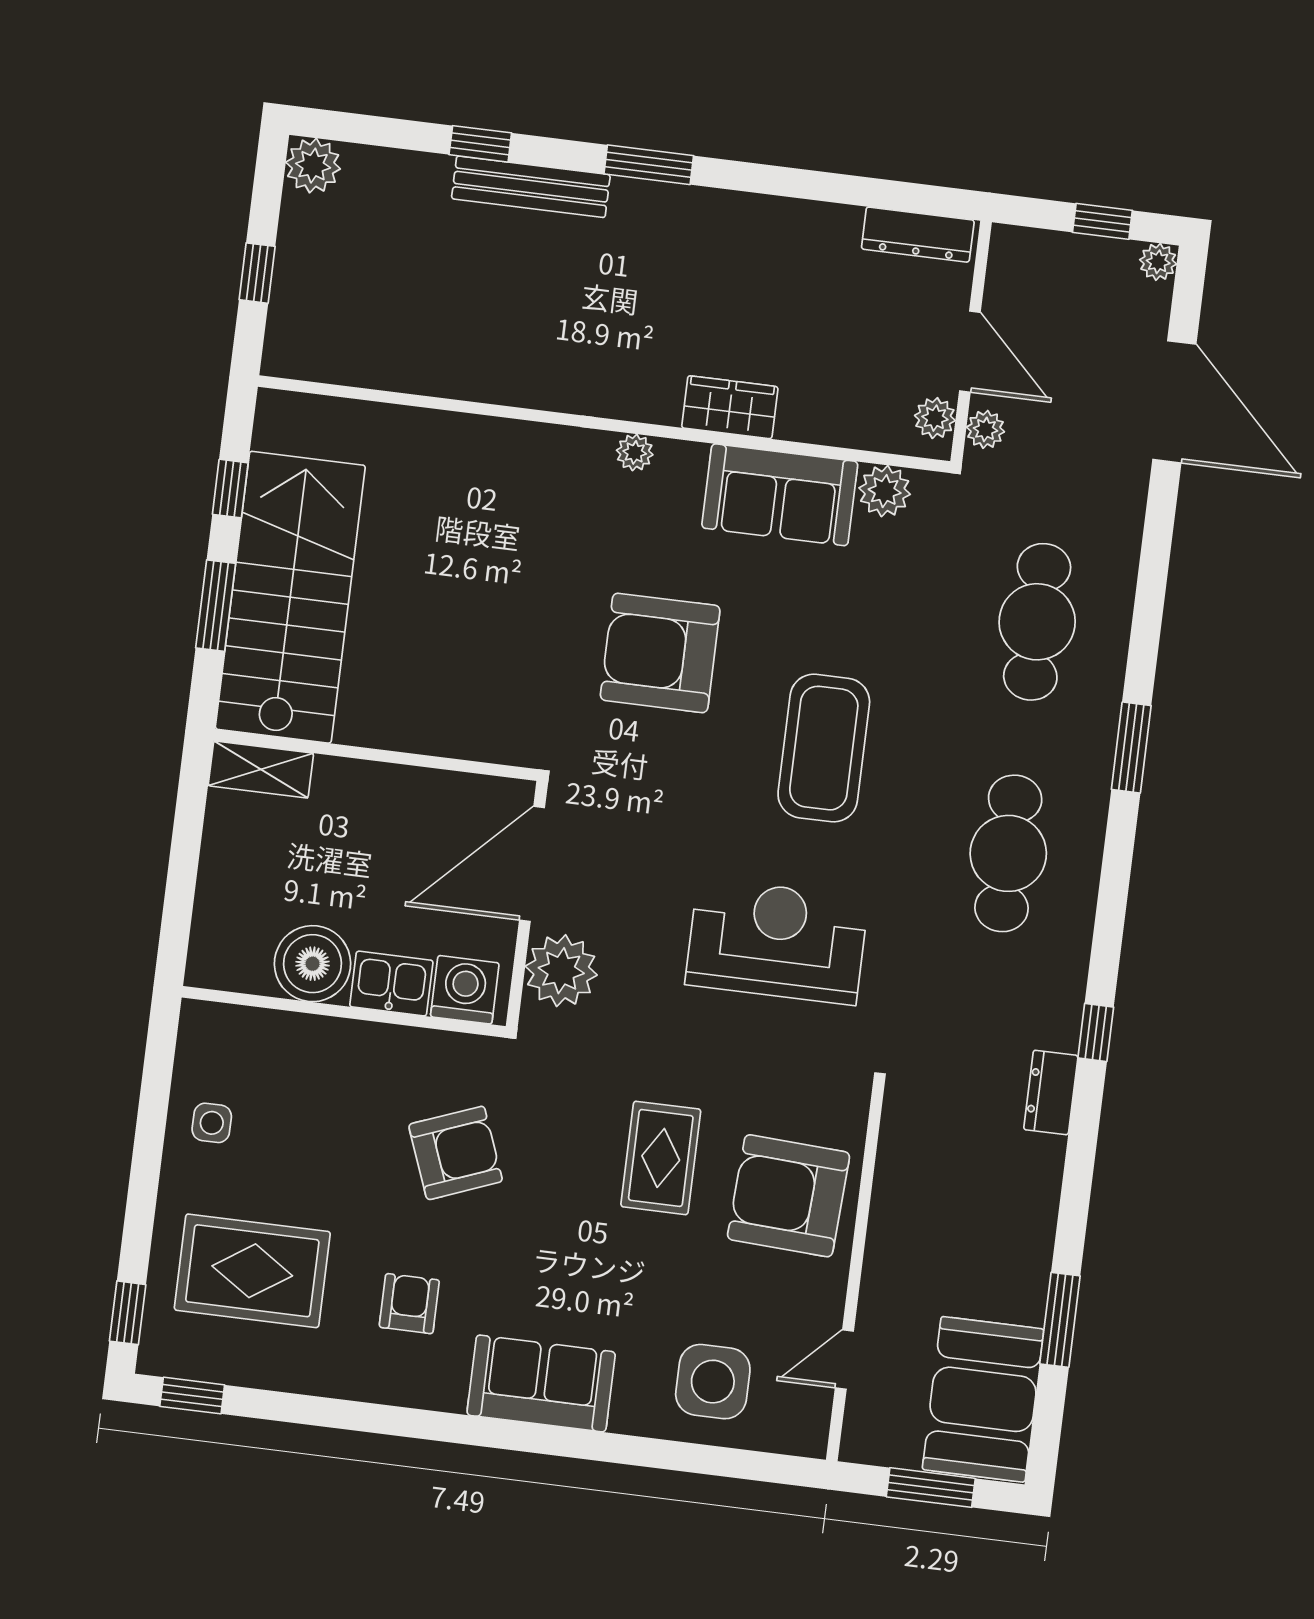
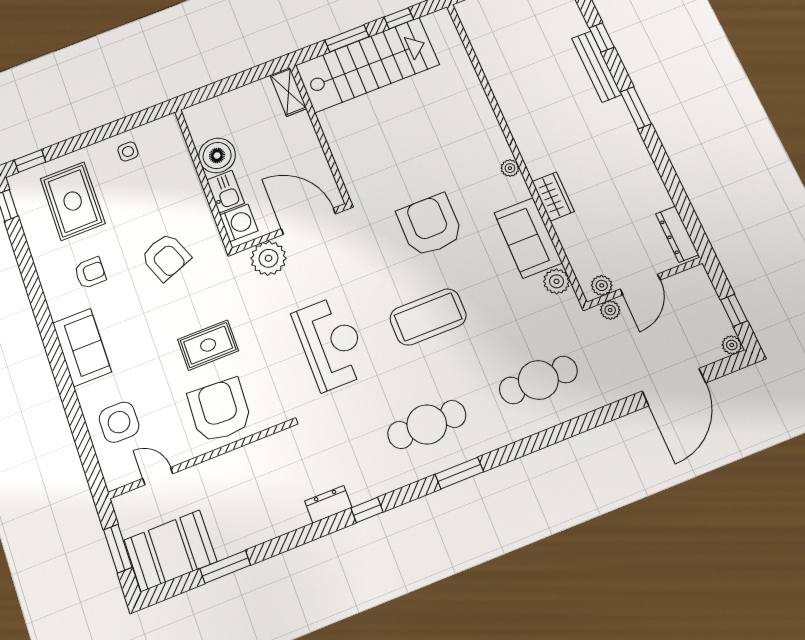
window: (1131, 747) -> (459, 473), moved

